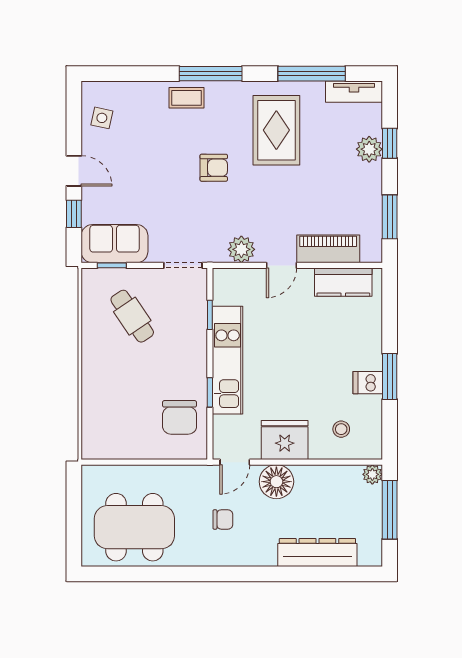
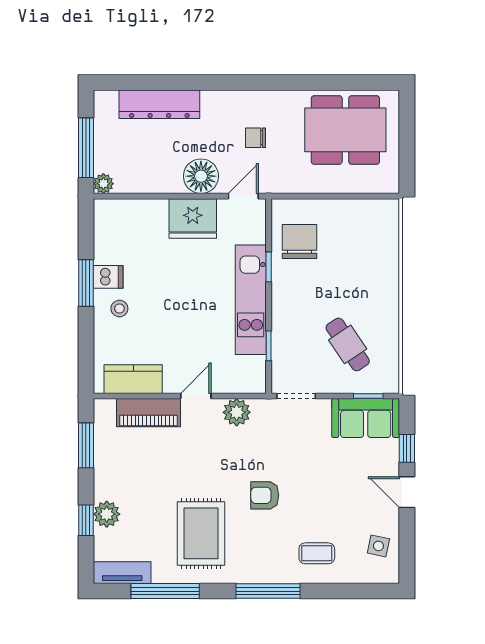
coffee table: (187, 98) -> (317, 553), moved
stool: (341, 429) -> (119, 308), moved

